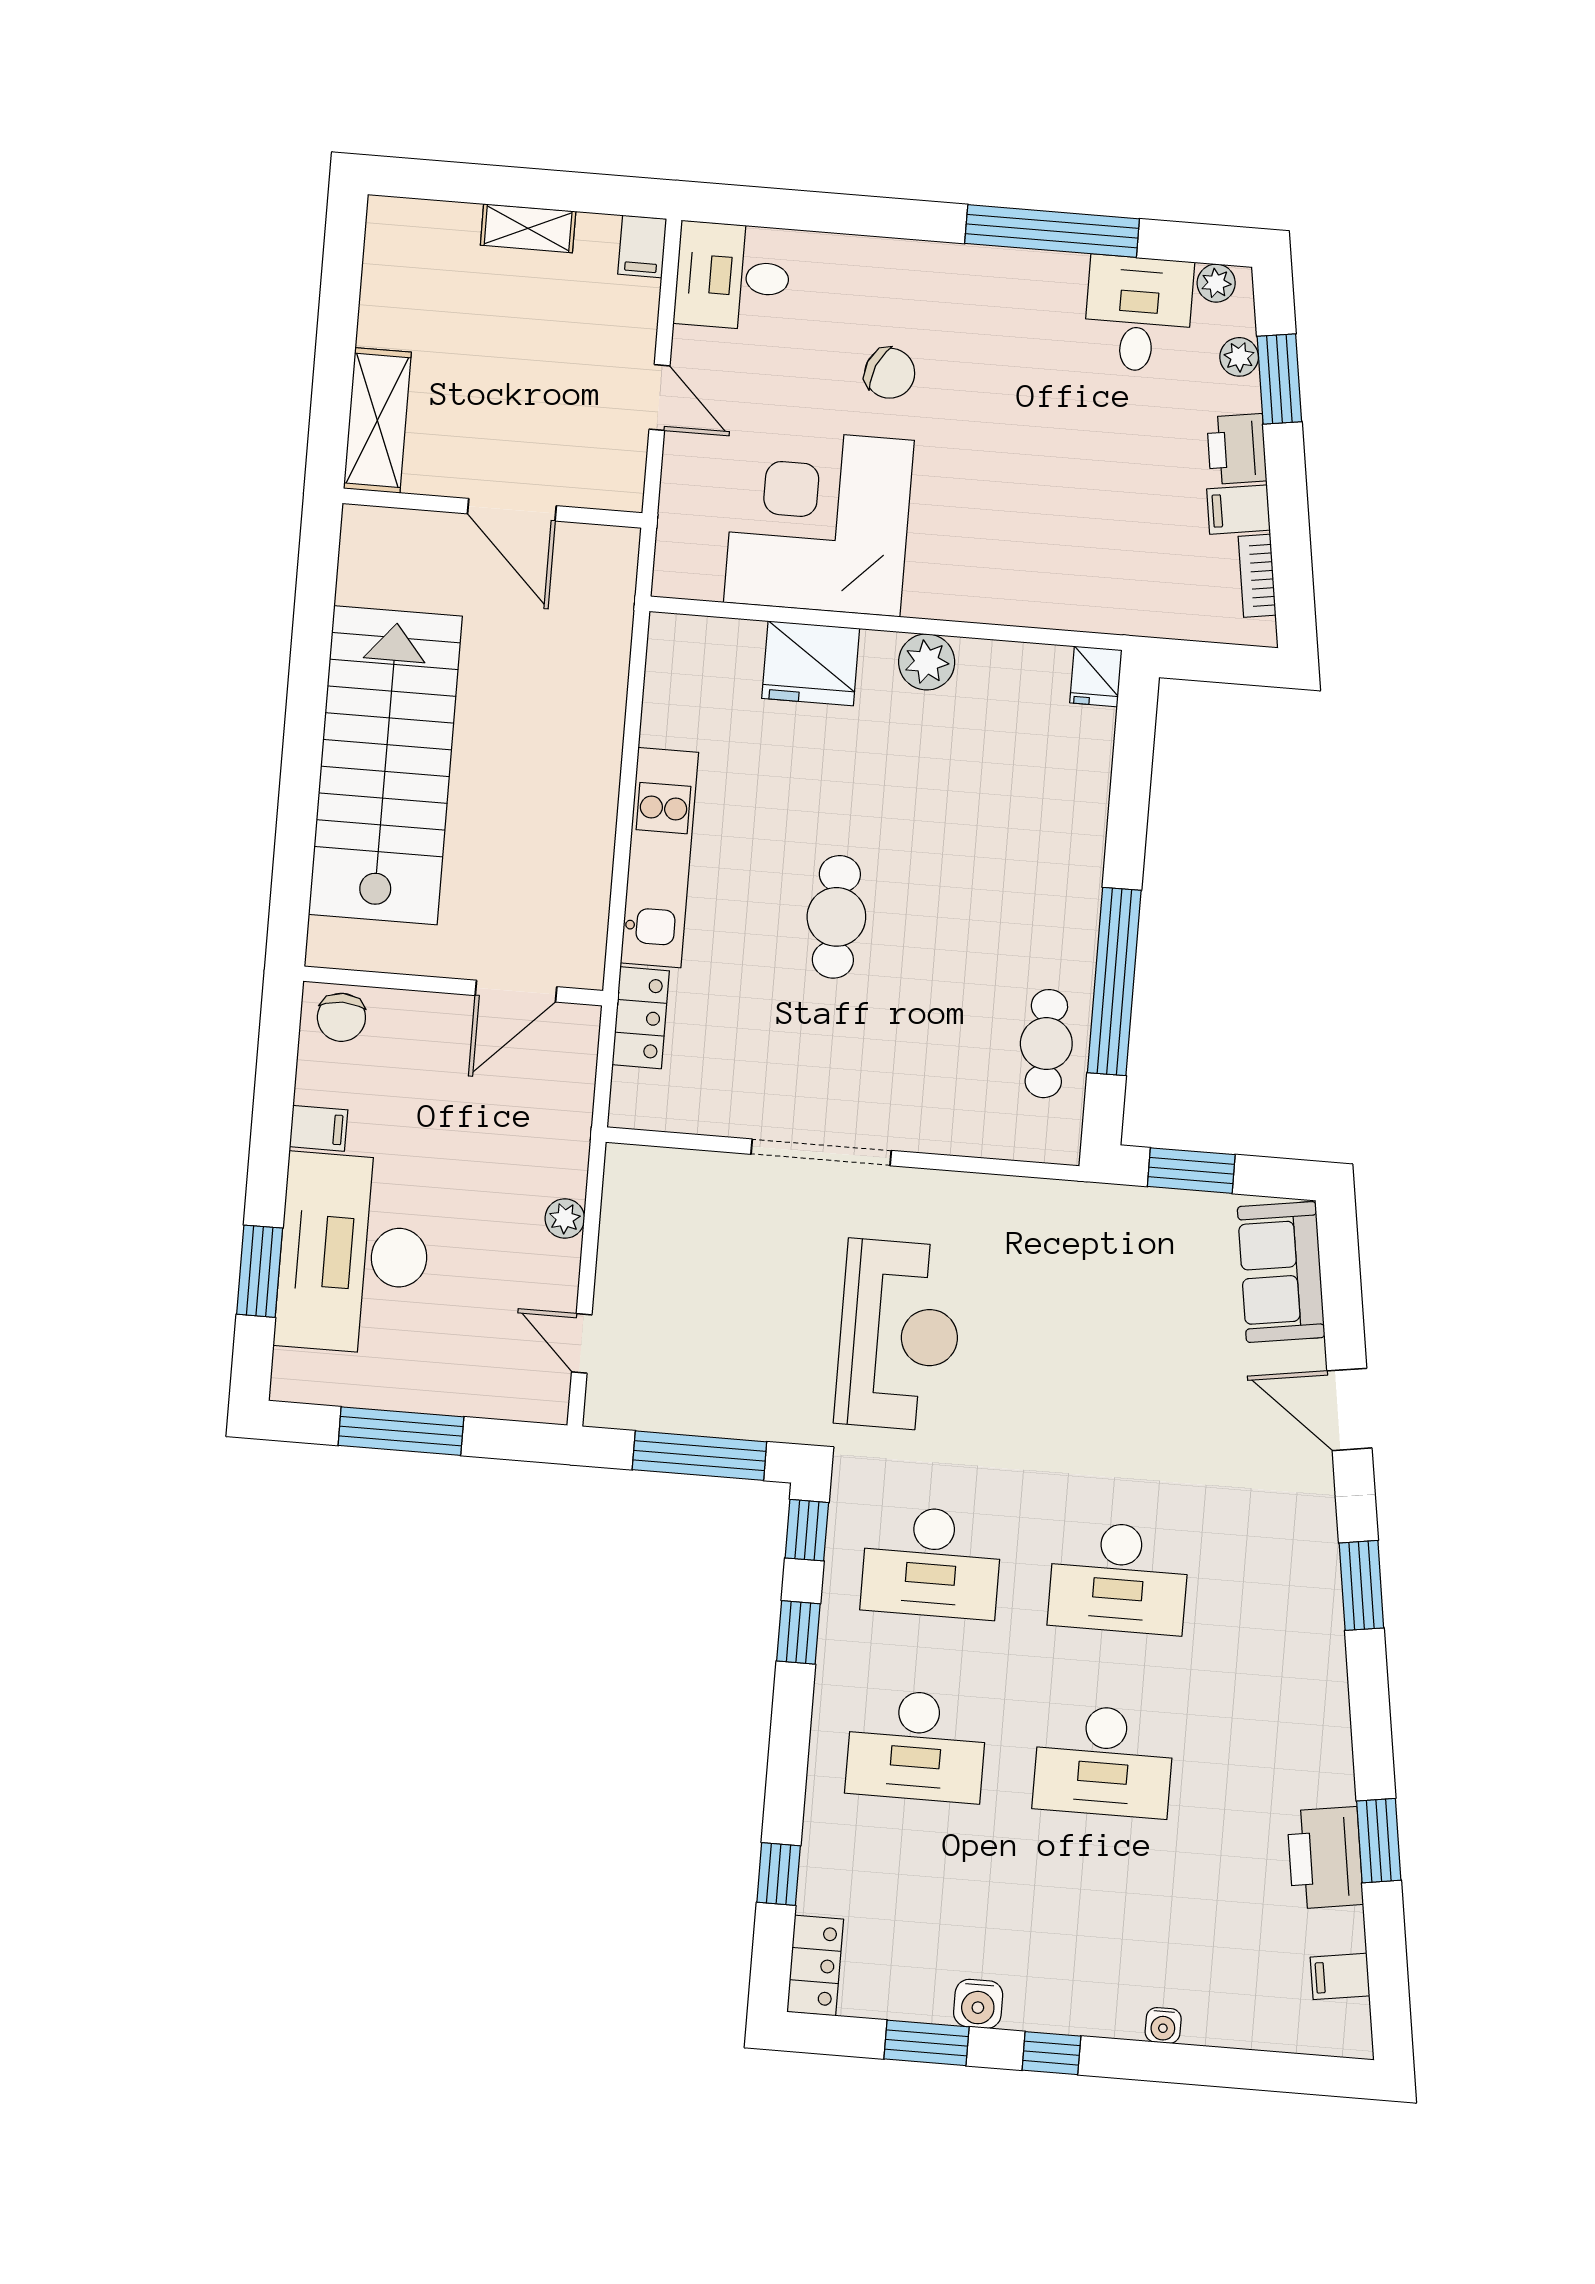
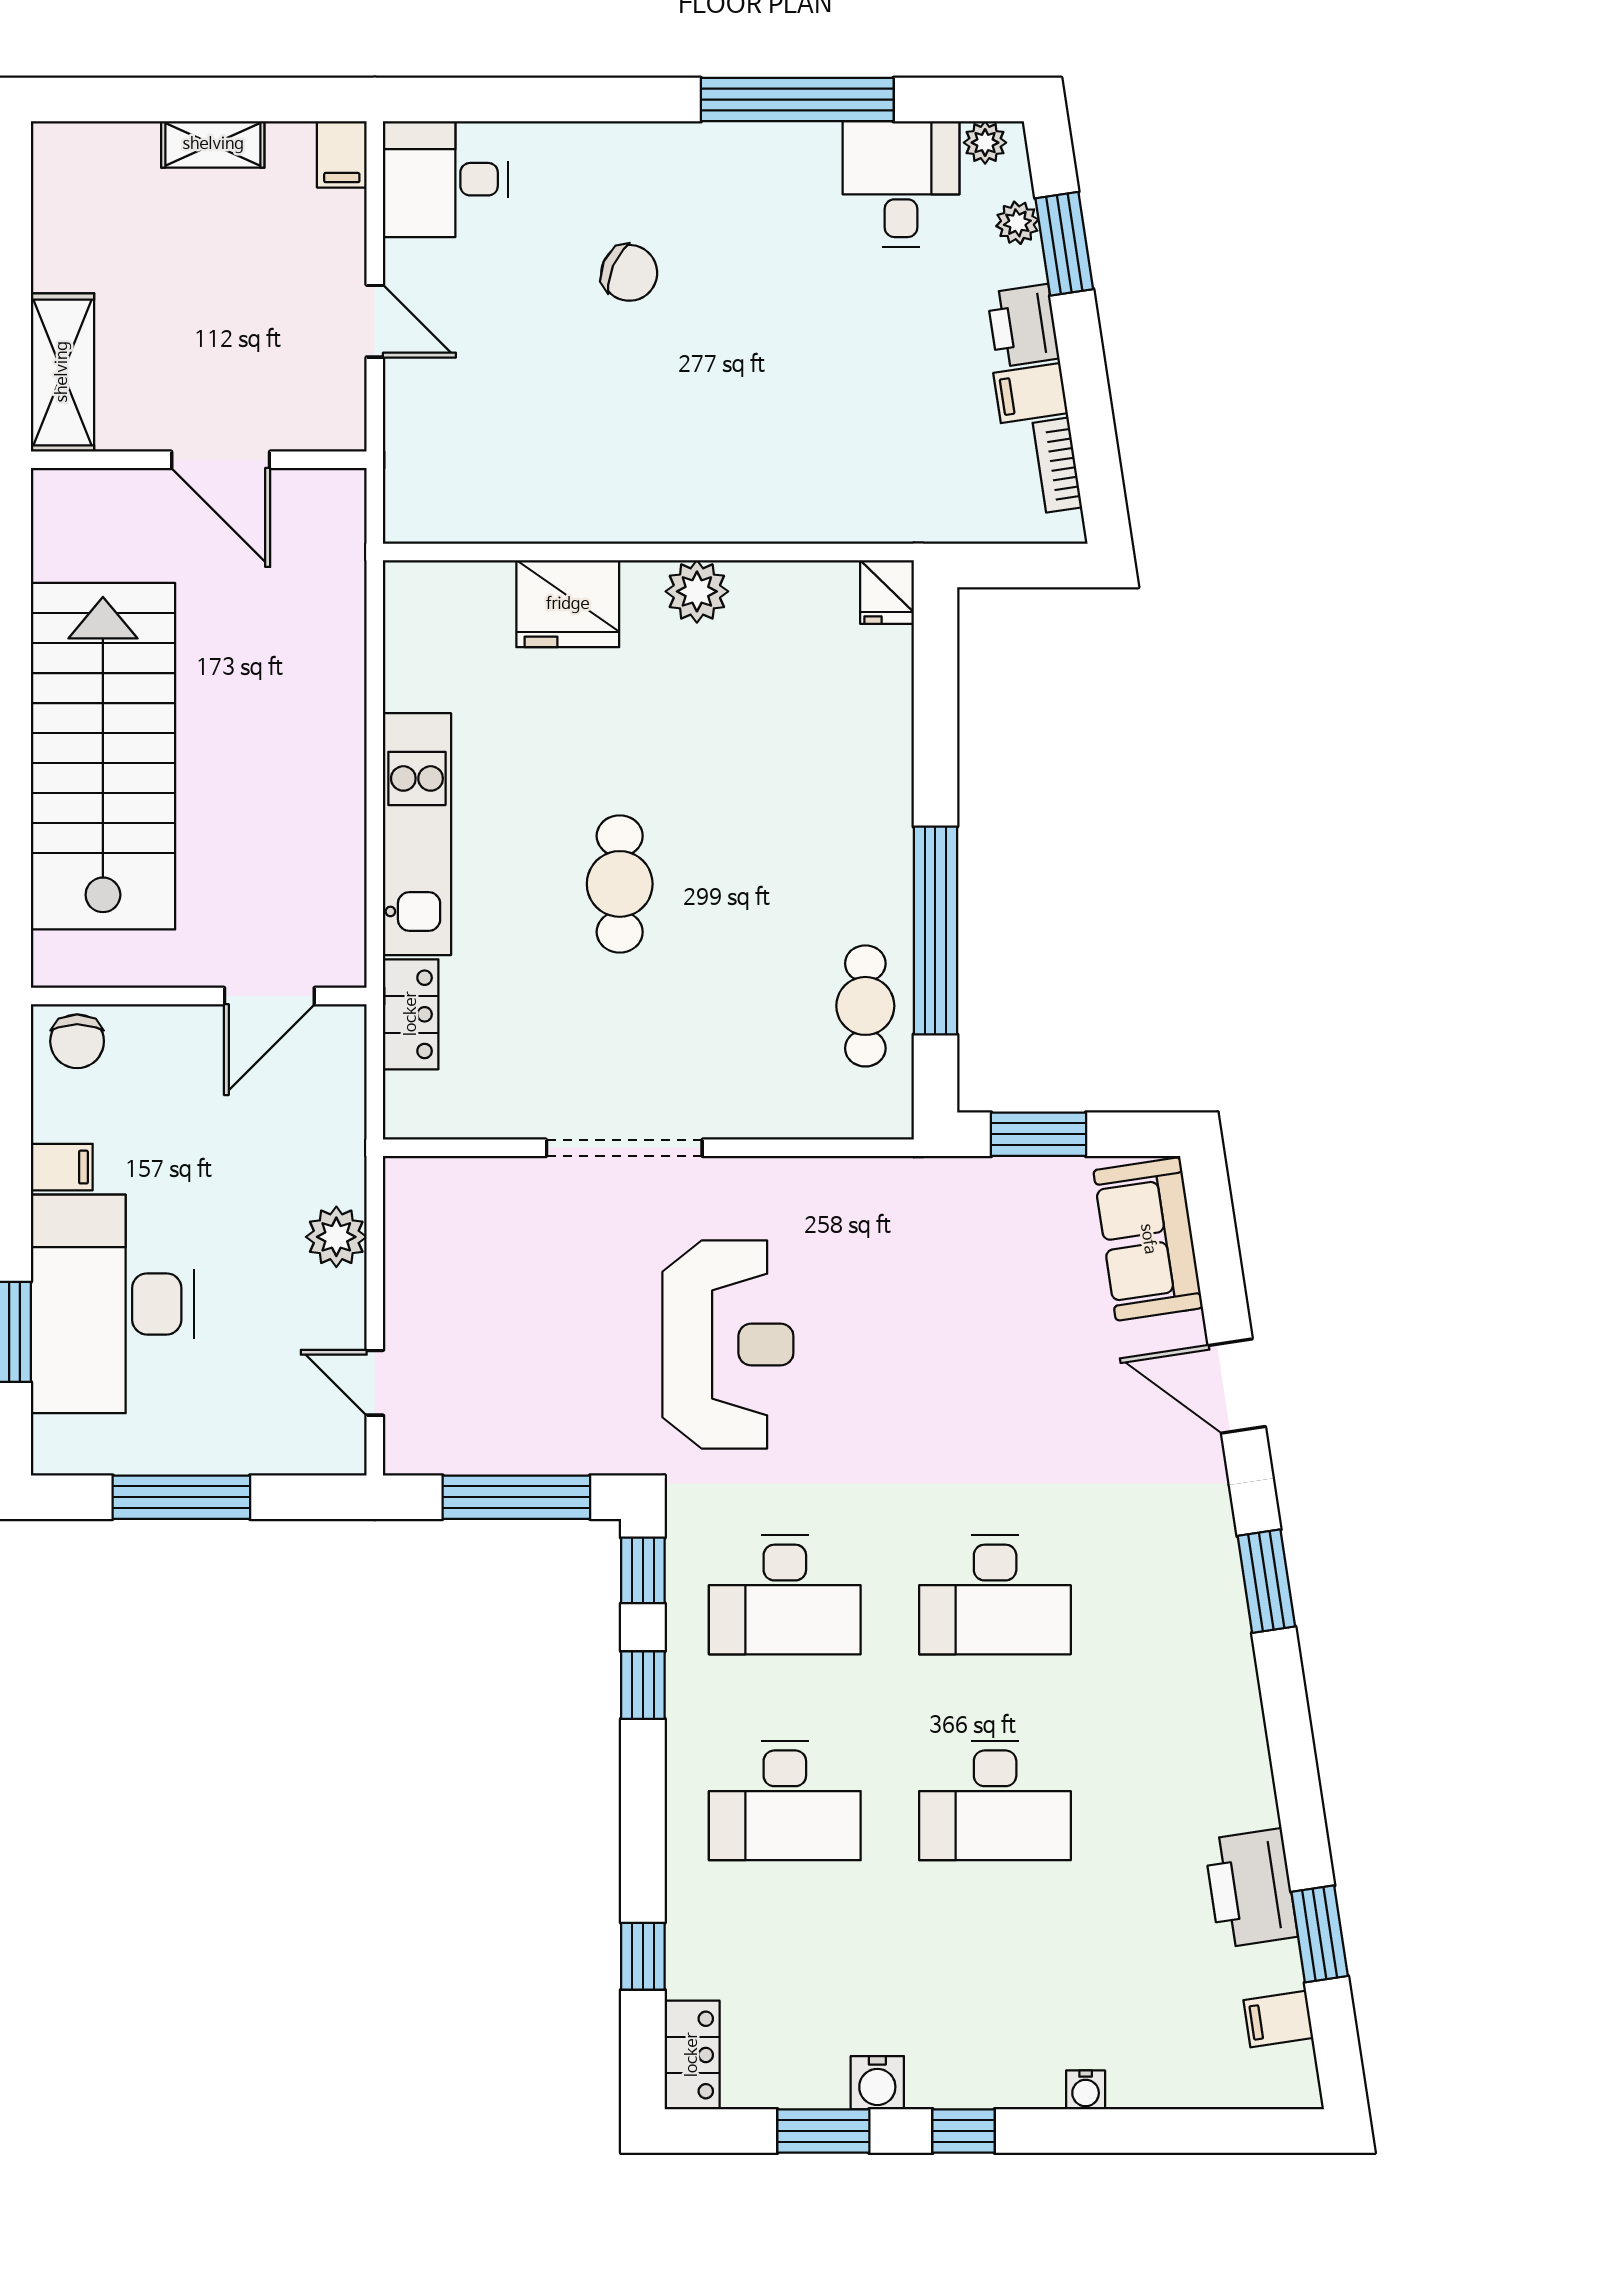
corner desk: (819, 521) -> (564, 445), removed
plant: (565, 1218) -> (336, 1237), width x1.38, depth x1.38
window: (1379, 1841) -> (1320, 1934), moved

